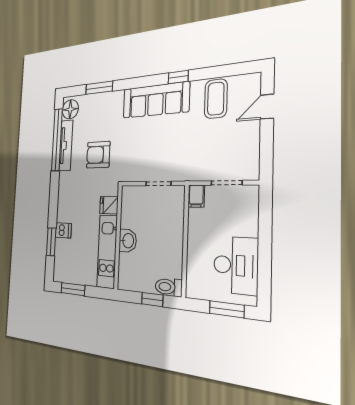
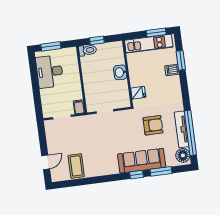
window: (178, 77) -> (137, 175), moved
sofa: (156, 100) -> (142, 161), moved
kitchen unit: (107, 251) -> (149, 44), moved, turned 90

